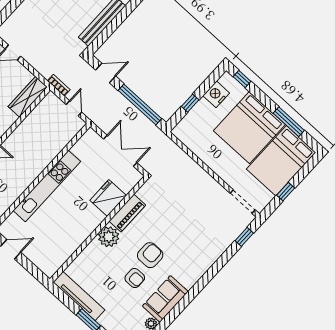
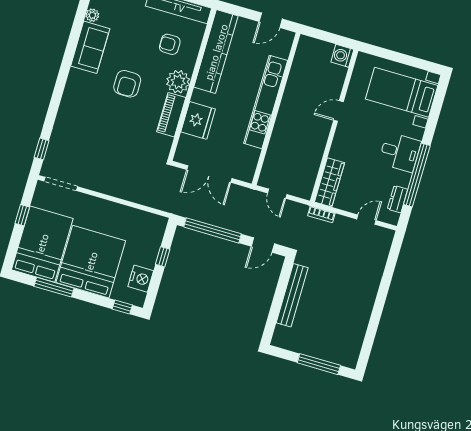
bookcase: (59, 85) -> (321, 214), moved
kitchen counter: (67, 246) -> (216, 52), added
armchair: (135, 278) -> (170, 44), moved

